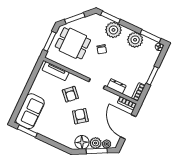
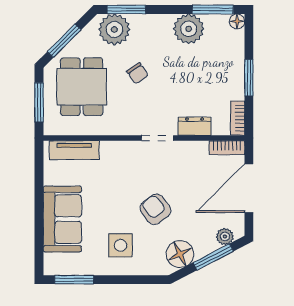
plant: (113, 30) -> (114, 29), moved
dining table: (73, 43) -> (82, 87), turned 90
armchair: (70, 94) -> (120, 179), removed
sofa: (30, 111) -> (62, 219), moved
side table: (56, 125) -> (120, 245), added
door: (128, 127) -> (249, 188), hinge flipped
plant: (96, 143) -> (205, 244), removed

